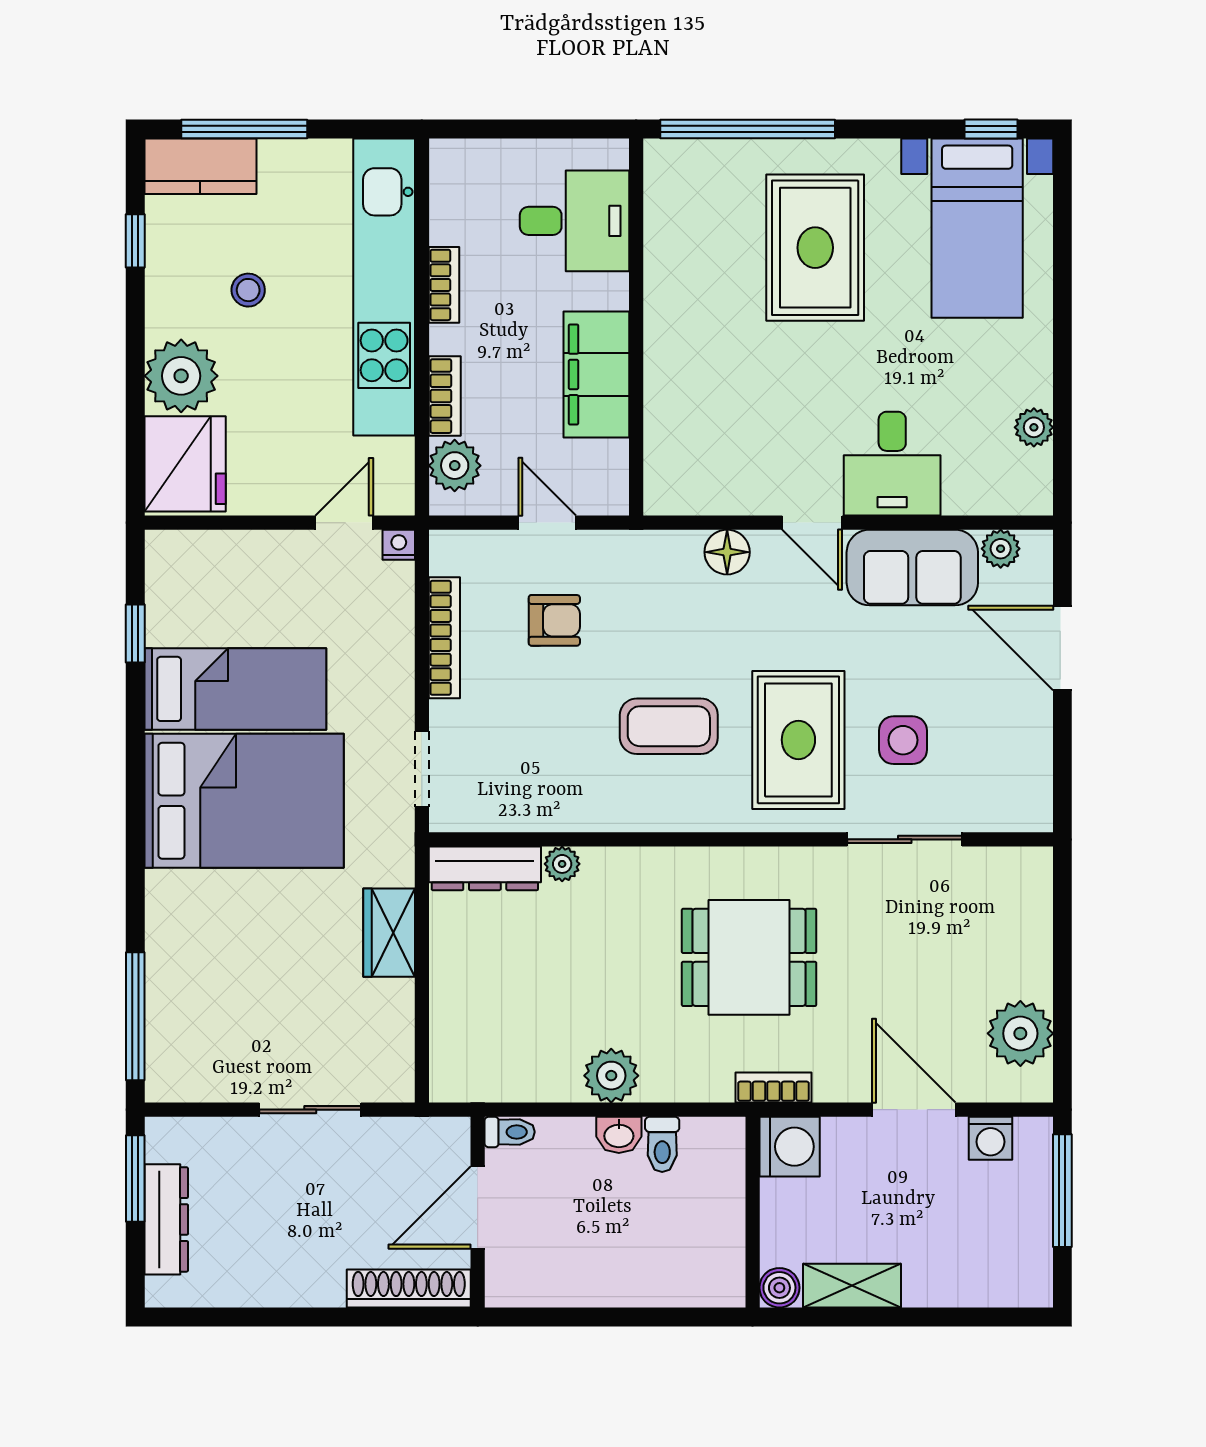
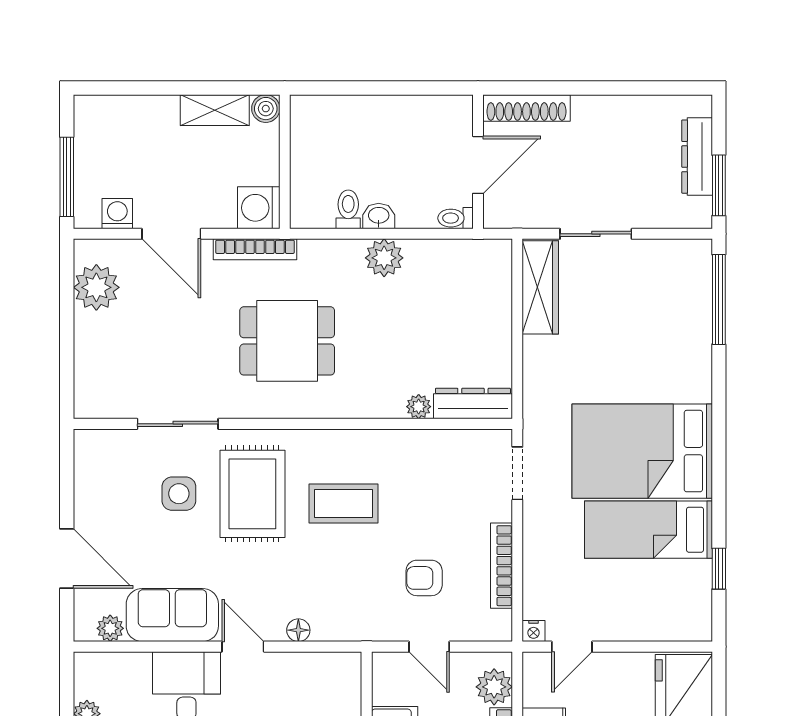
floor lamp: (727, 552) -> (298, 630), width x0.73, depth x0.73
wardrobe: (389, 933) -> (540, 287), moved, width x1.50
bookcase: (773, 1088) -> (255, 249), width x1.56

